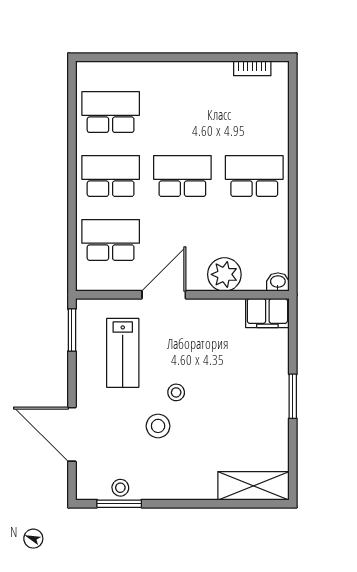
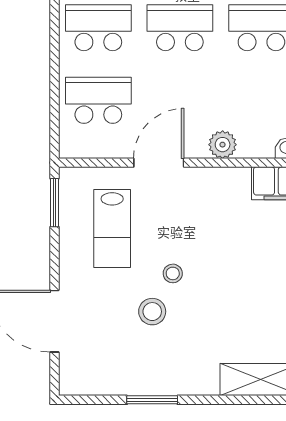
plant: (224, 274) -> (223, 145), width x0.73, depth x0.73
stool: (120, 488) -> (109, 382), removed
window: (119, 504) -> (152, 400), moved

